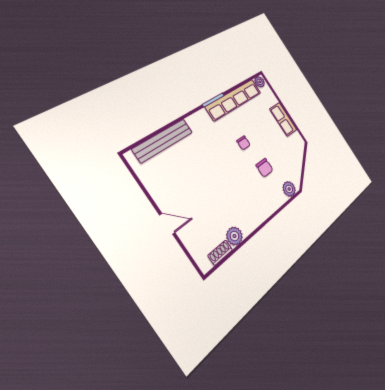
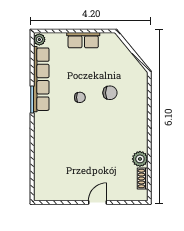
bench: (163, 141) -> (40, 165), removed
plant: (289, 189) -> (140, 82), removed

